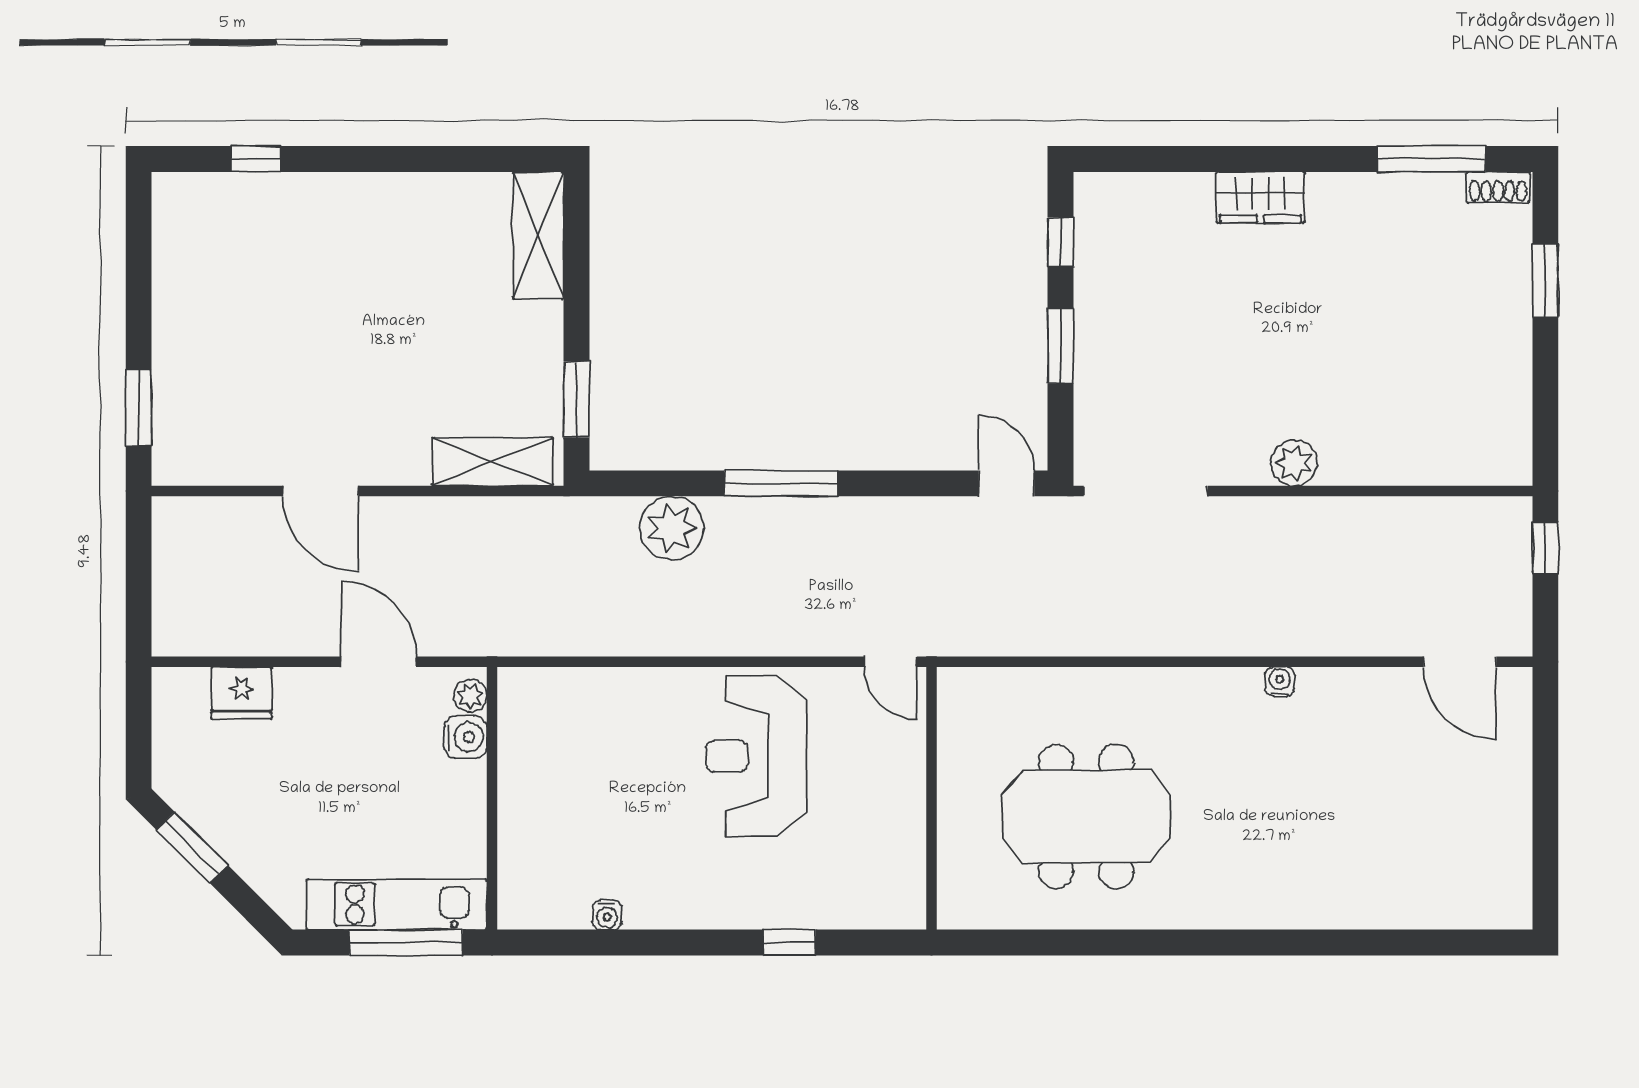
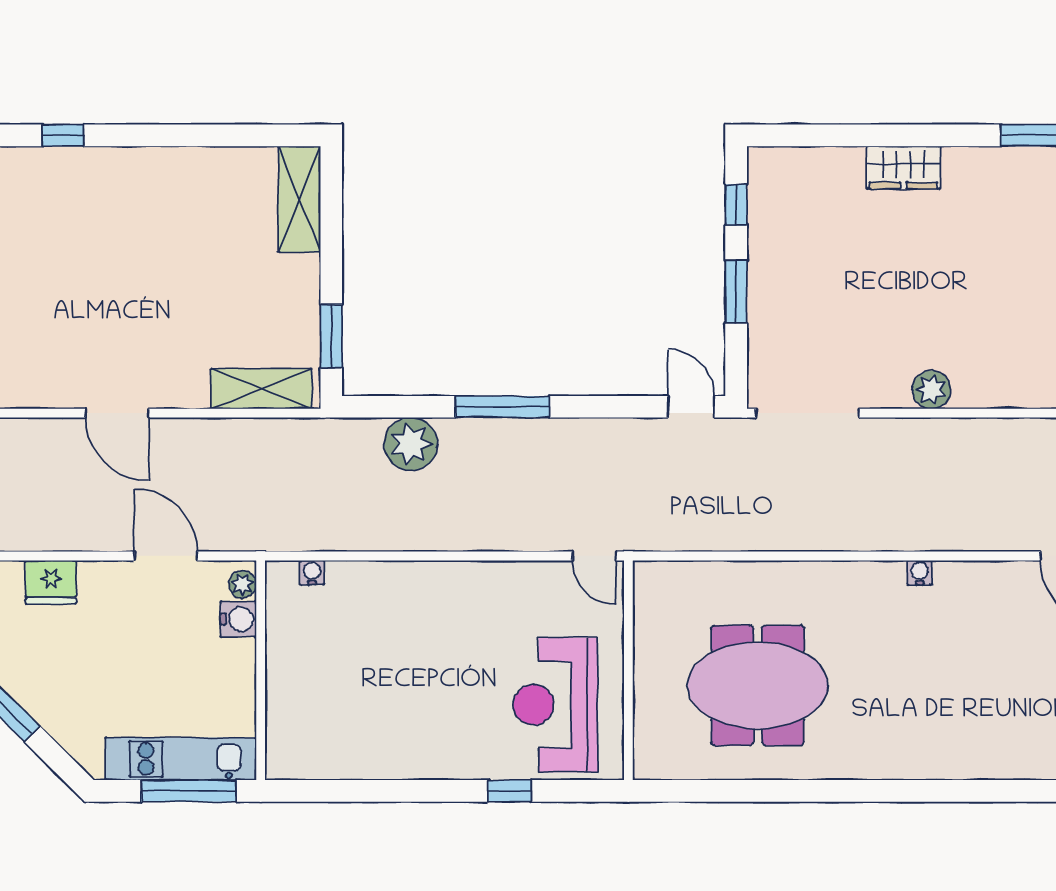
reception desk: (756, 756) -> (555, 705), moved
water cooler: (607, 915) -> (312, 573), moved, turned 180

